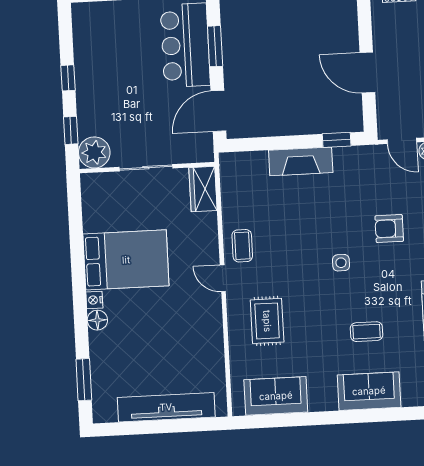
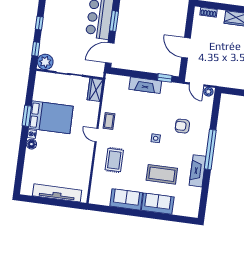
coffee table: (366, 332) -> (162, 174), width x1.86, depth x1.72
window: (84, 380) -> (27, 116), moved
sofa: (276, 396) -> (126, 199), moved

